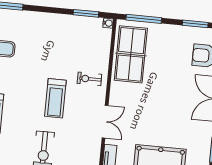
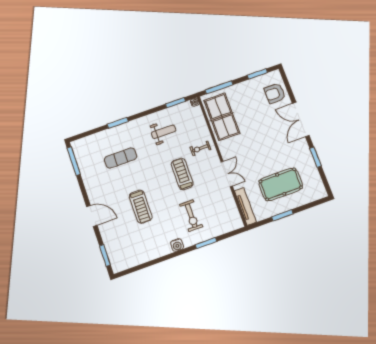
weight bench: (57, 41) -> (164, 132), added
treadmill: (55, 98) -> (182, 174), turned 180

